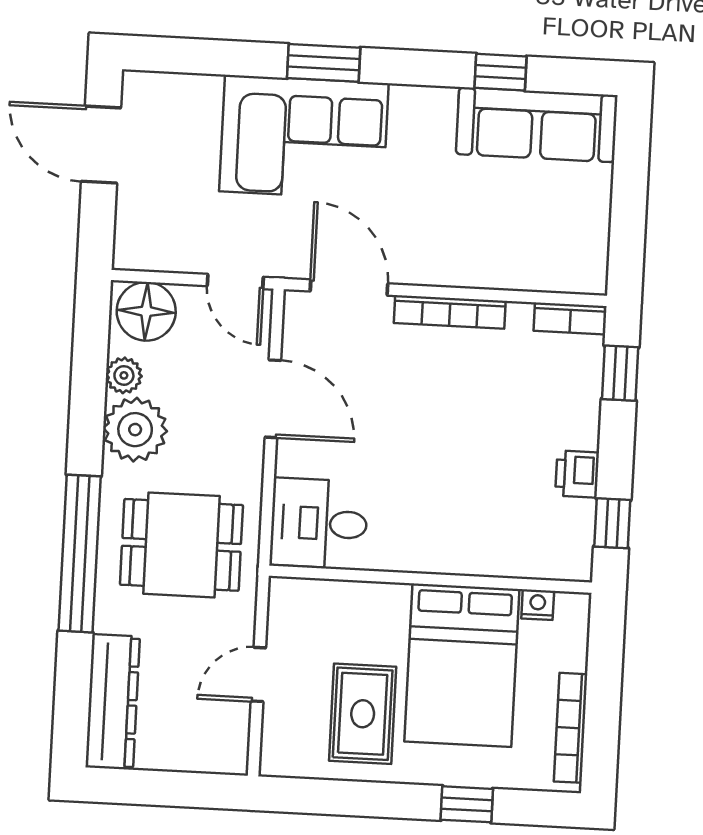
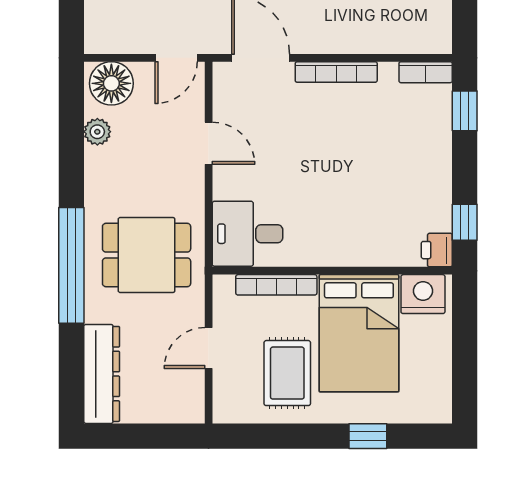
door: (235, 281) -> (176, 58), hinge flipped
door: (273, 399) -> (209, 143), width x0.73
plant: (135, 430) -> (108, 171), removed
printer: (577, 474) -> (437, 250), moved
nightstand: (538, 605) -> (423, 294), width x1.89, depth x1.79
bookcase: (571, 728) -> (276, 285), moved, turned -90

